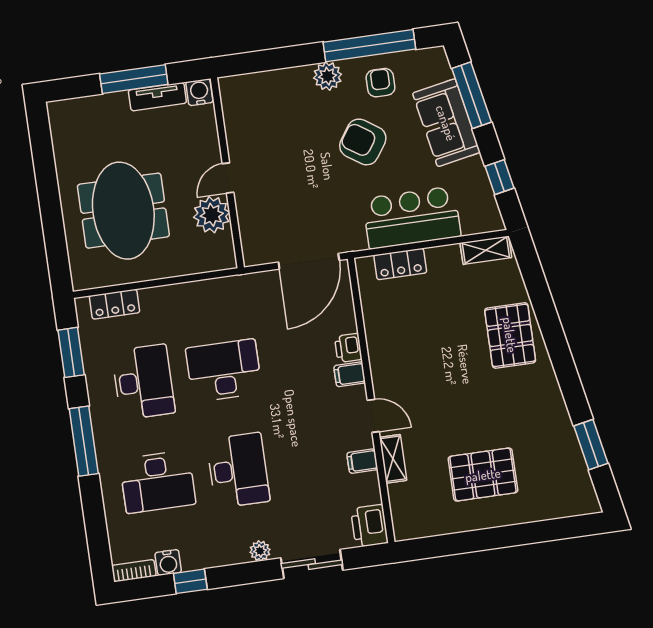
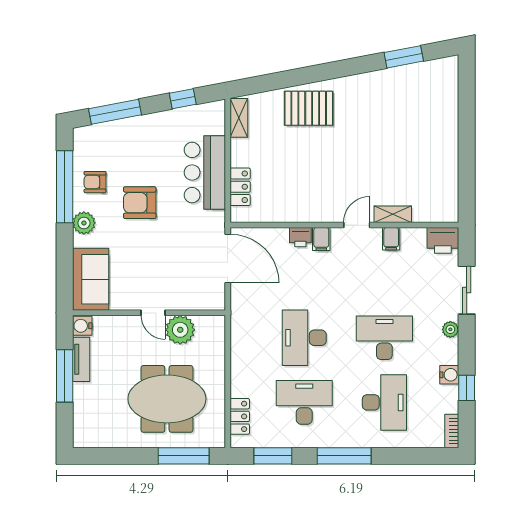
sofa: (446, 123) -> (91, 279), moved, turned -79
armchair: (363, 142) -> (140, 203), turned 56
window: (55, 241) -> (184, 456), added
pallet: (483, 475) -> (415, 145), removed
water cooler: (168, 562) -> (449, 375), moved

